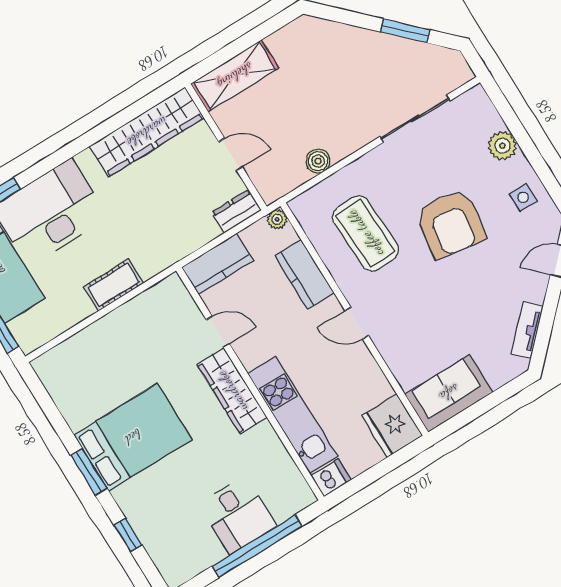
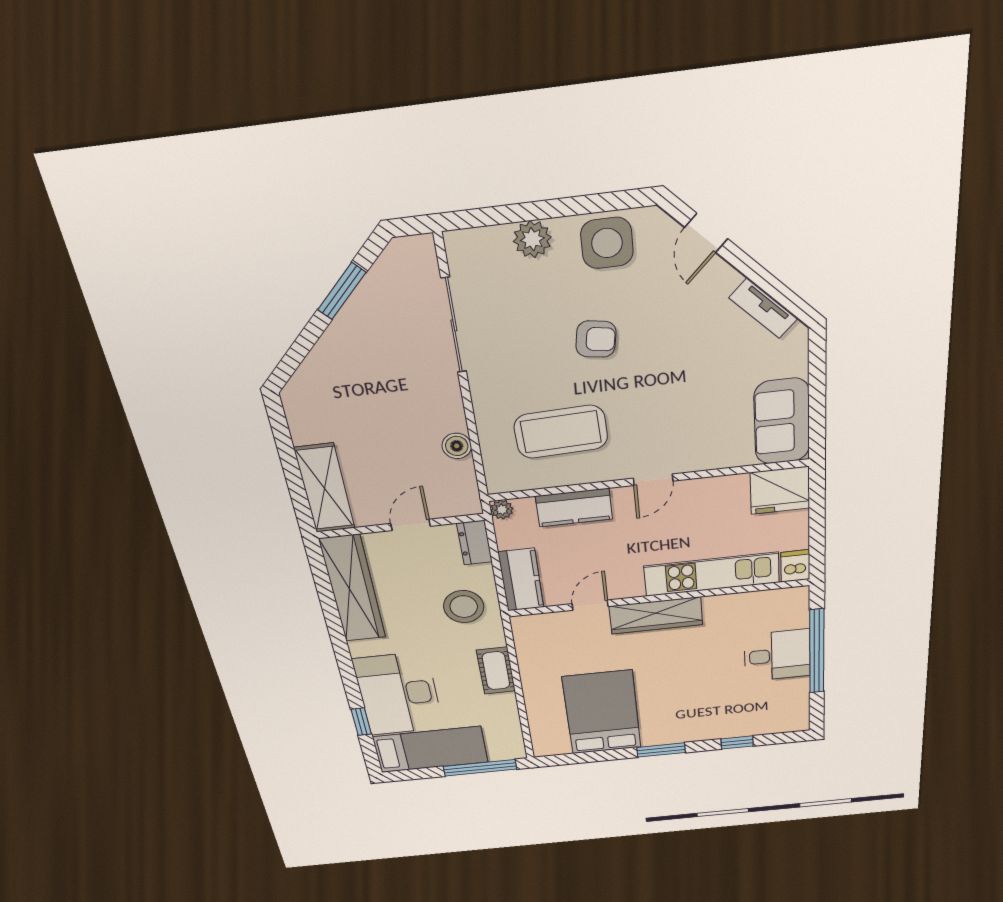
side table: (523, 197) -> (607, 243), width x1.87, depth x1.87
armchair: (451, 224) -> (596, 339), width x0.53, depth x0.53
stool: (169, 229) -> (464, 607), added
bed: (133, 437) -> (602, 713), moved

